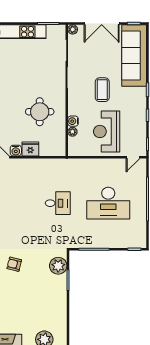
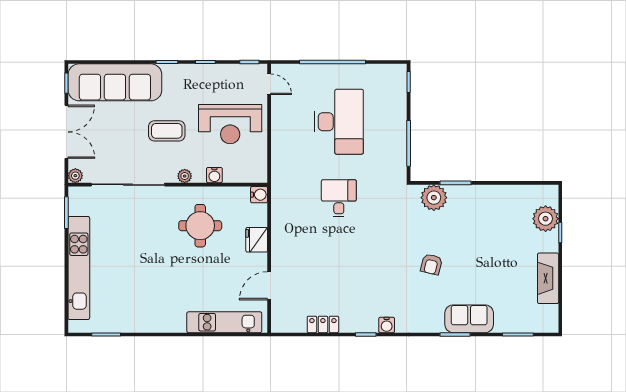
plant: (72, 132) -> (185, 176), moved
water cooler: (16, 151) -> (259, 195), moved

